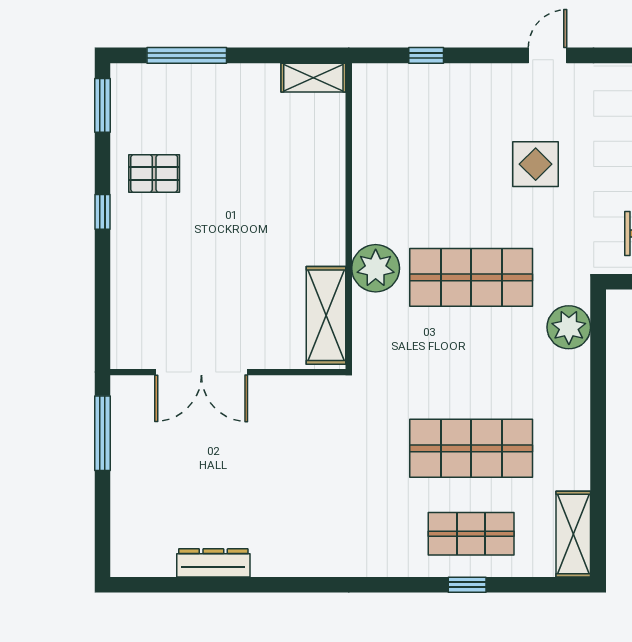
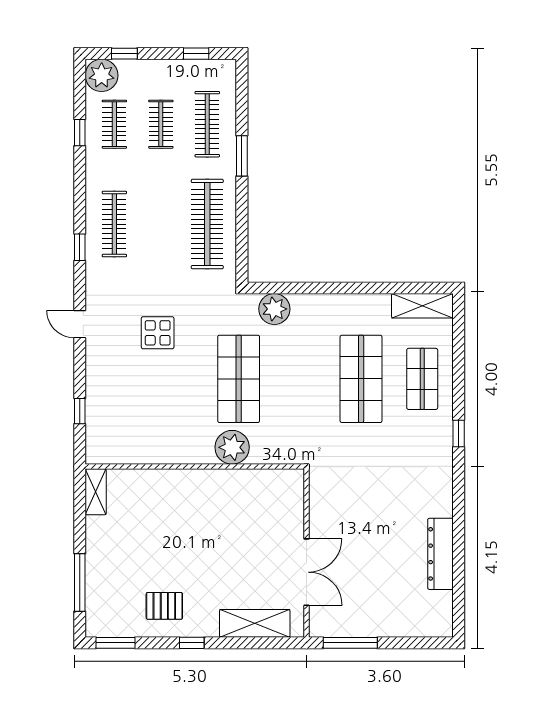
pallet: (154, 173) -> (164, 606), turned 90
shelving: (326, 315) -> (255, 623), moved
dresser: (213, 563) -> (440, 554), width x1.37, depth x1.24
window: (467, 585) -> (459, 434), moved

